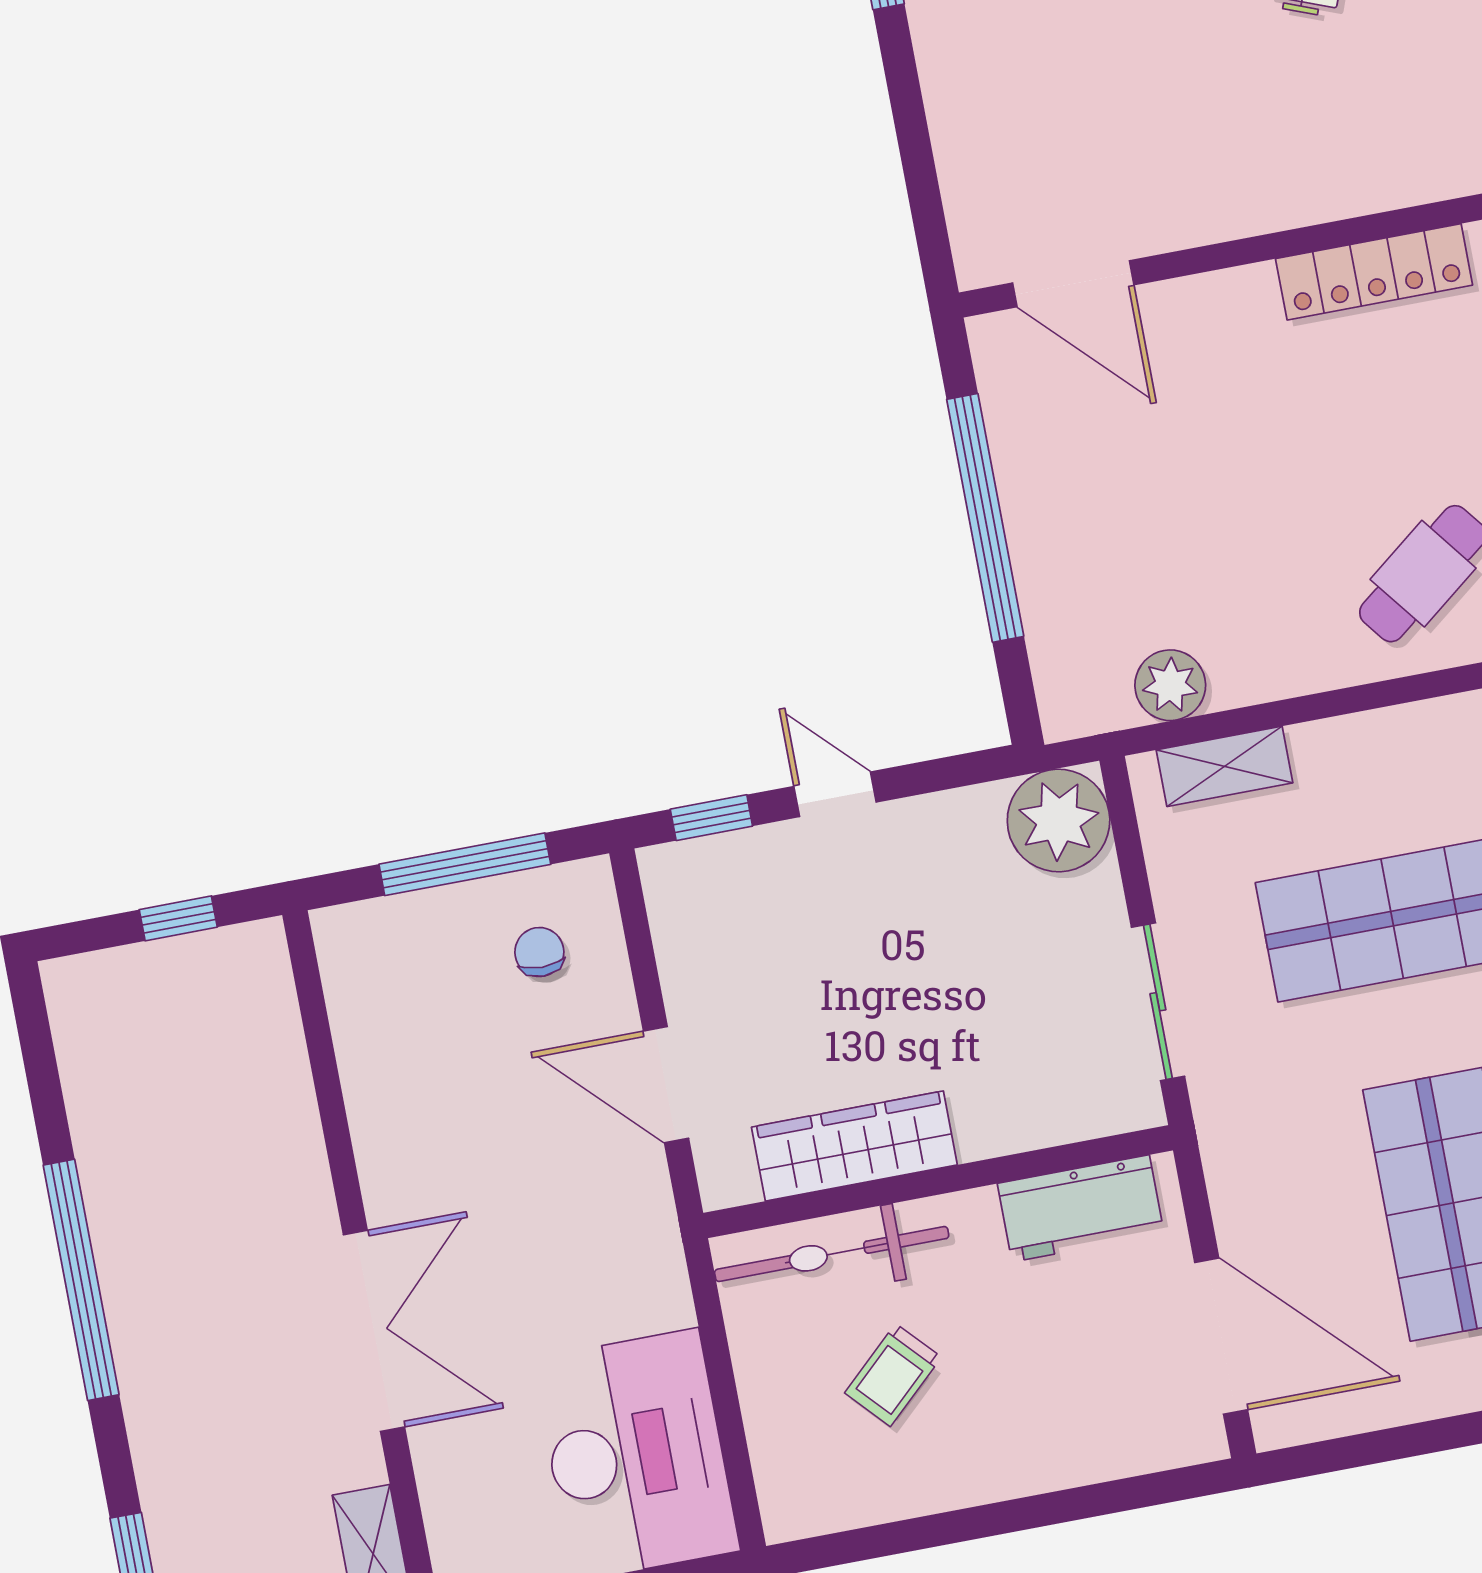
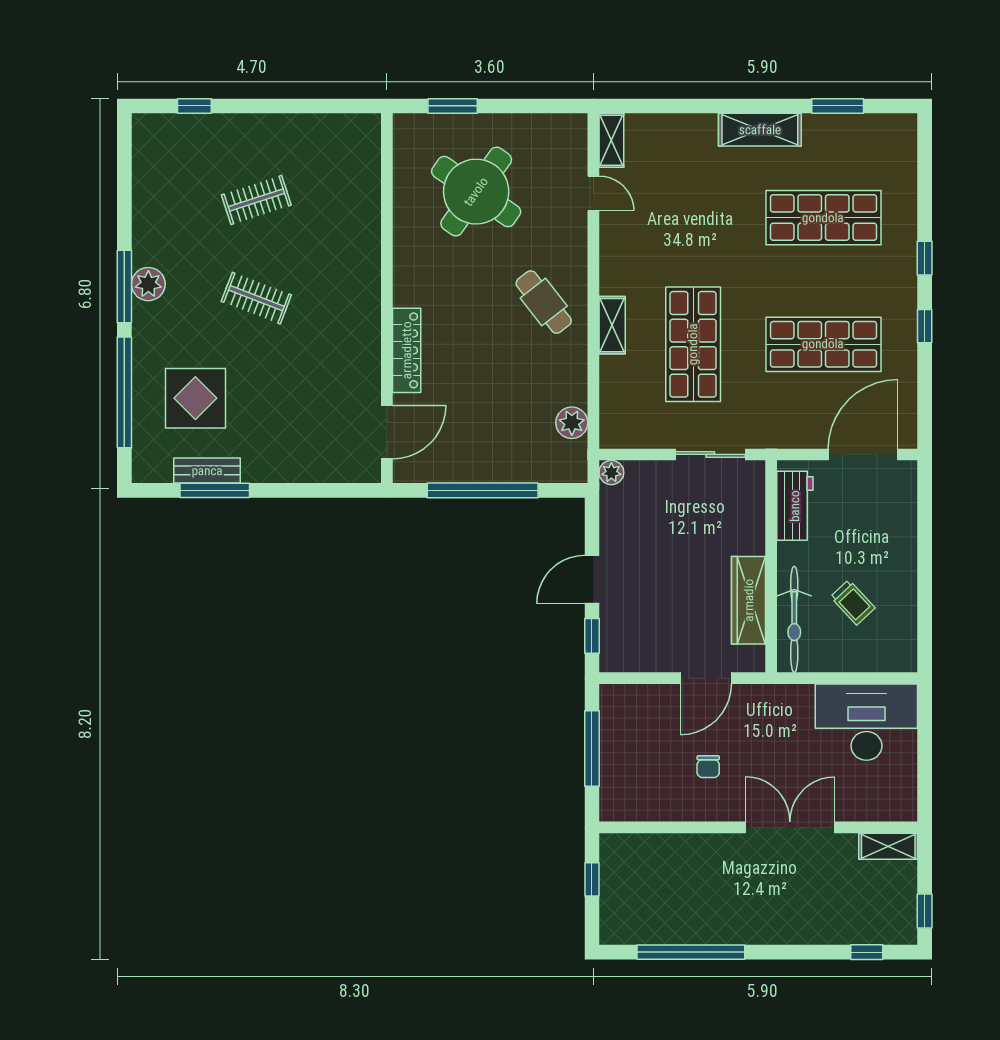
locker: (1374, 272) -> (407, 350), moved
shelving: (1224, 766) -> (612, 325), moved
door: (835, 794) -> (592, 580), width x1.38
plant: (1059, 821) -> (611, 472), width x0.53, depth x0.53
chair: (539, 952) -> (708, 767), moved, turned -90
window: (81, 1280) -> (691, 952), moved

